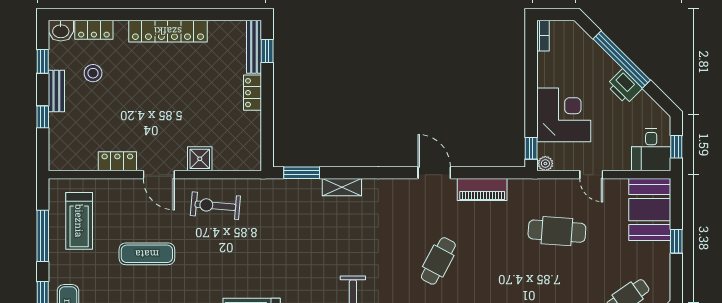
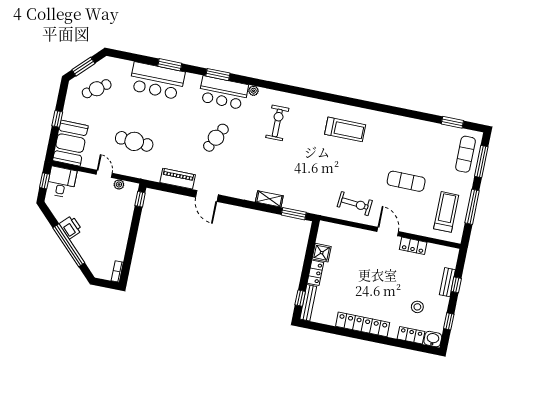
bench: (56, 91) -> (447, 282), moved
corner desk: (564, 115) -> (114, 217), removed
shower: (200, 159) -> (322, 253), moved
plant: (545, 163) -> (119, 184), moved

